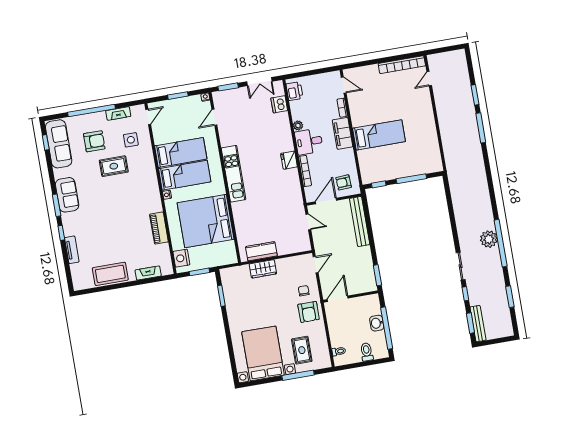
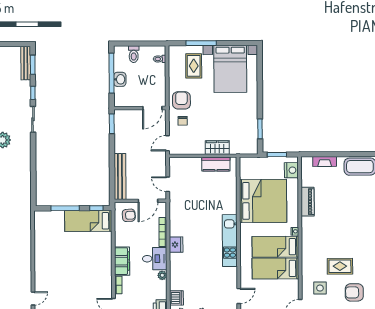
bed: (379, 135) -> (88, 221), moved

